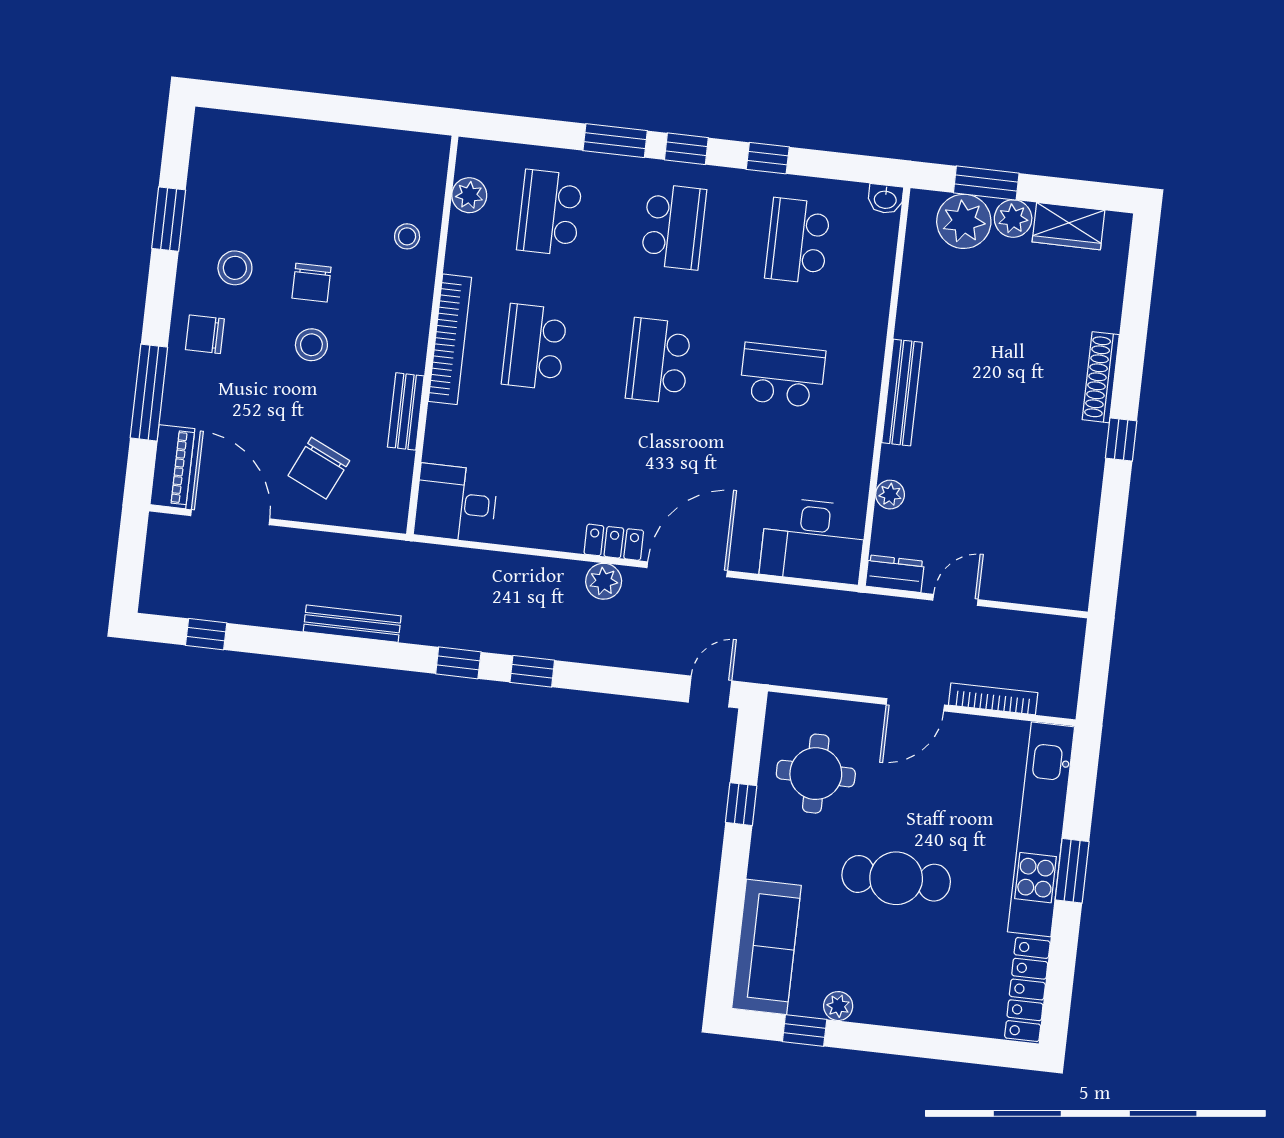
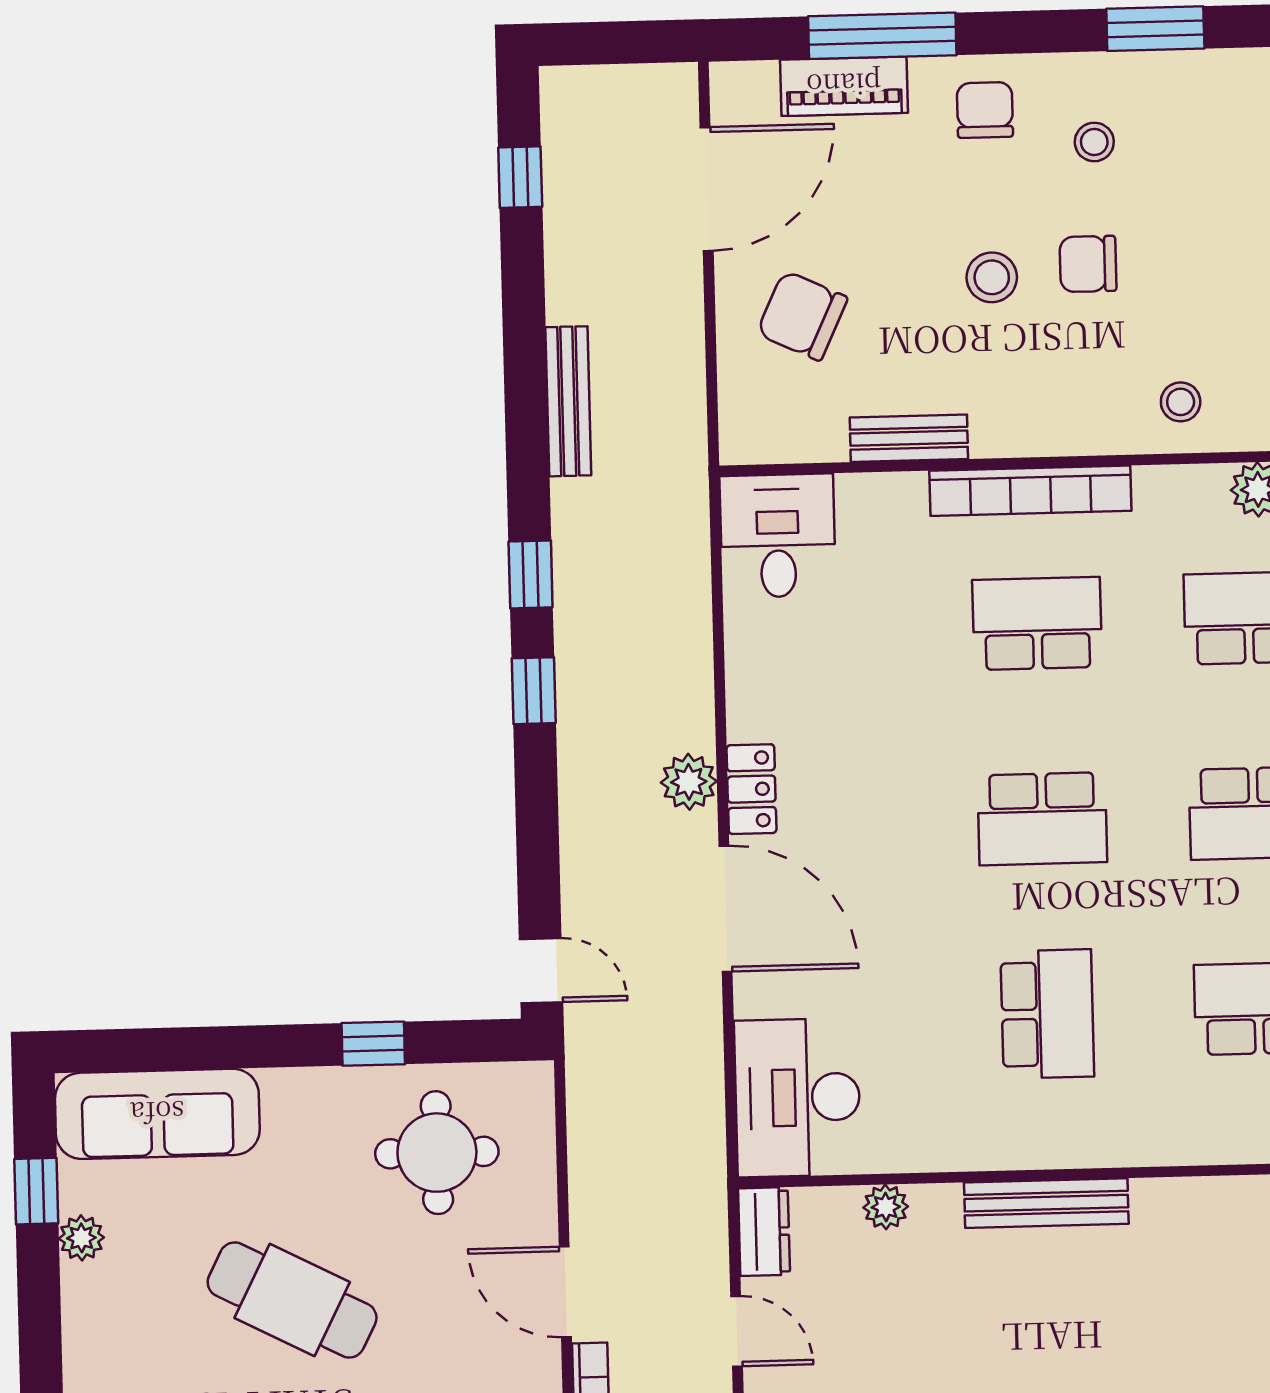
stool: (235, 268) -> (1094, 142), width x0.73, depth x0.73
school desk: (658, 361) -> (1042, 819), turned 180
piano: (172, 467) -> (844, 86), moved
cafe table: (896, 878) -> (292, 1300), turned -63

